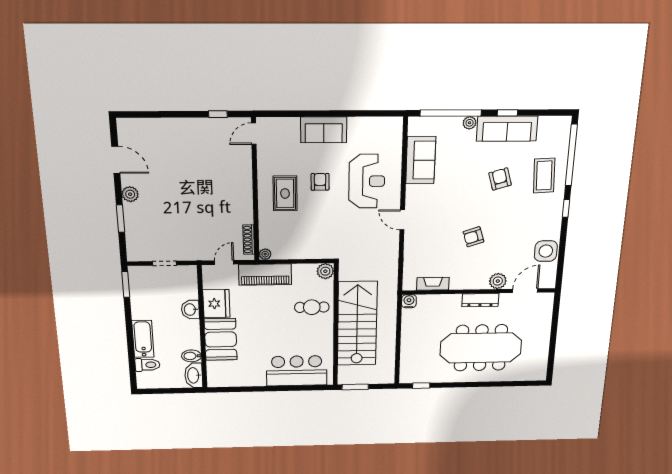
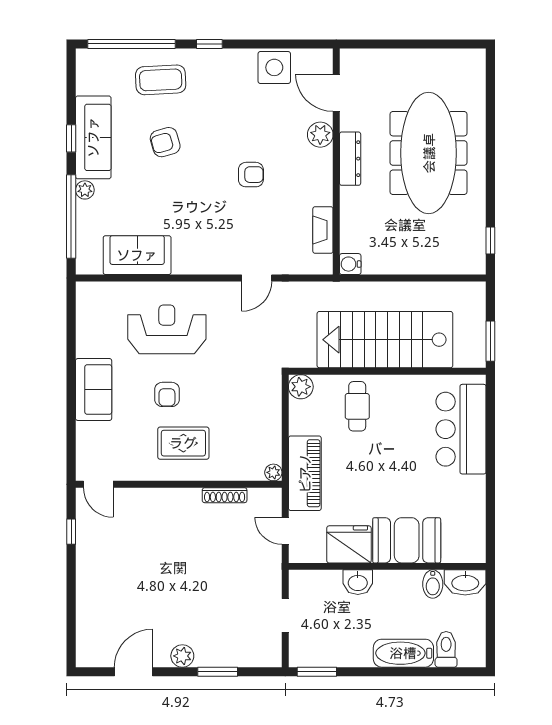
armchair: (320, 182) -> (167, 394), turned -90
door: (402, 220) -> (257, 278), moved
armchair: (473, 237) -> (251, 175), turned -72
shoe rack: (249, 240) -> (225, 495), moved

